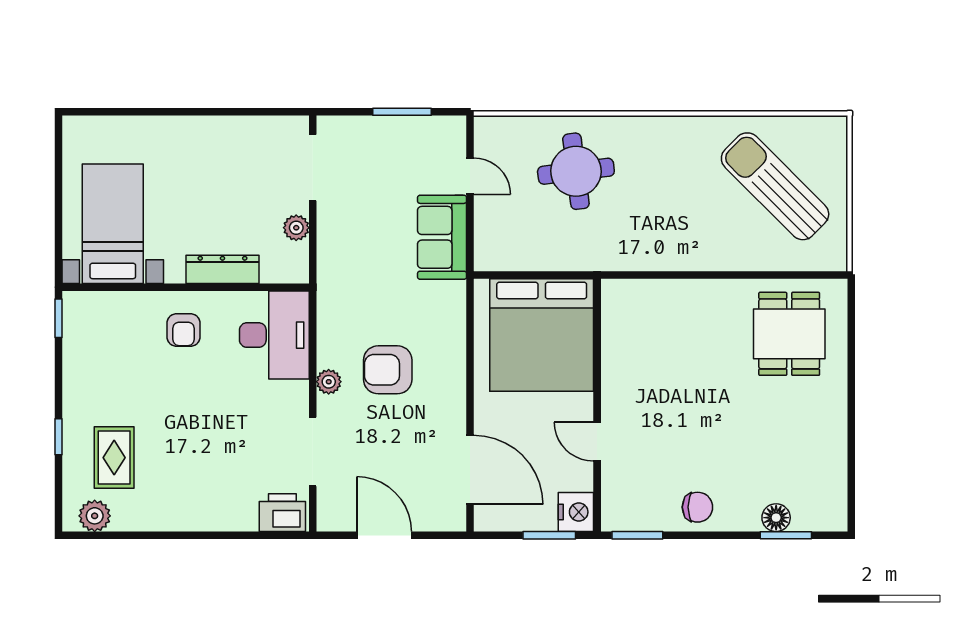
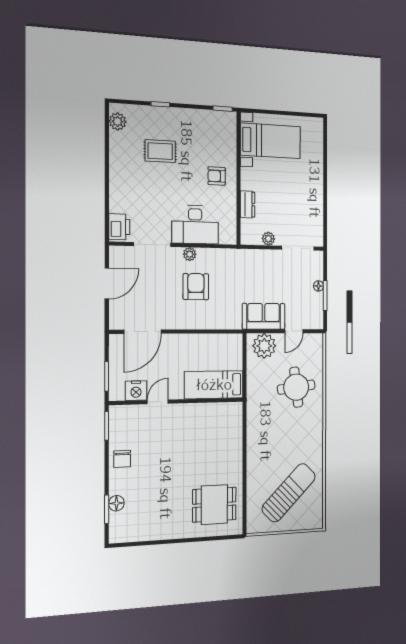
floor lamp: (384, 125) -> (318, 286), added
plant: (497, 236) -> (264, 346), added
dresser: (222, 269) -> (248, 204), width x0.70
desk: (274, 335) -> (195, 225), moved
bed: (542, 335) -> (214, 385), width x0.49
rug: (114, 458) -> (160, 151), moved
nightstand: (576, 512) -> (136, 391), moved

